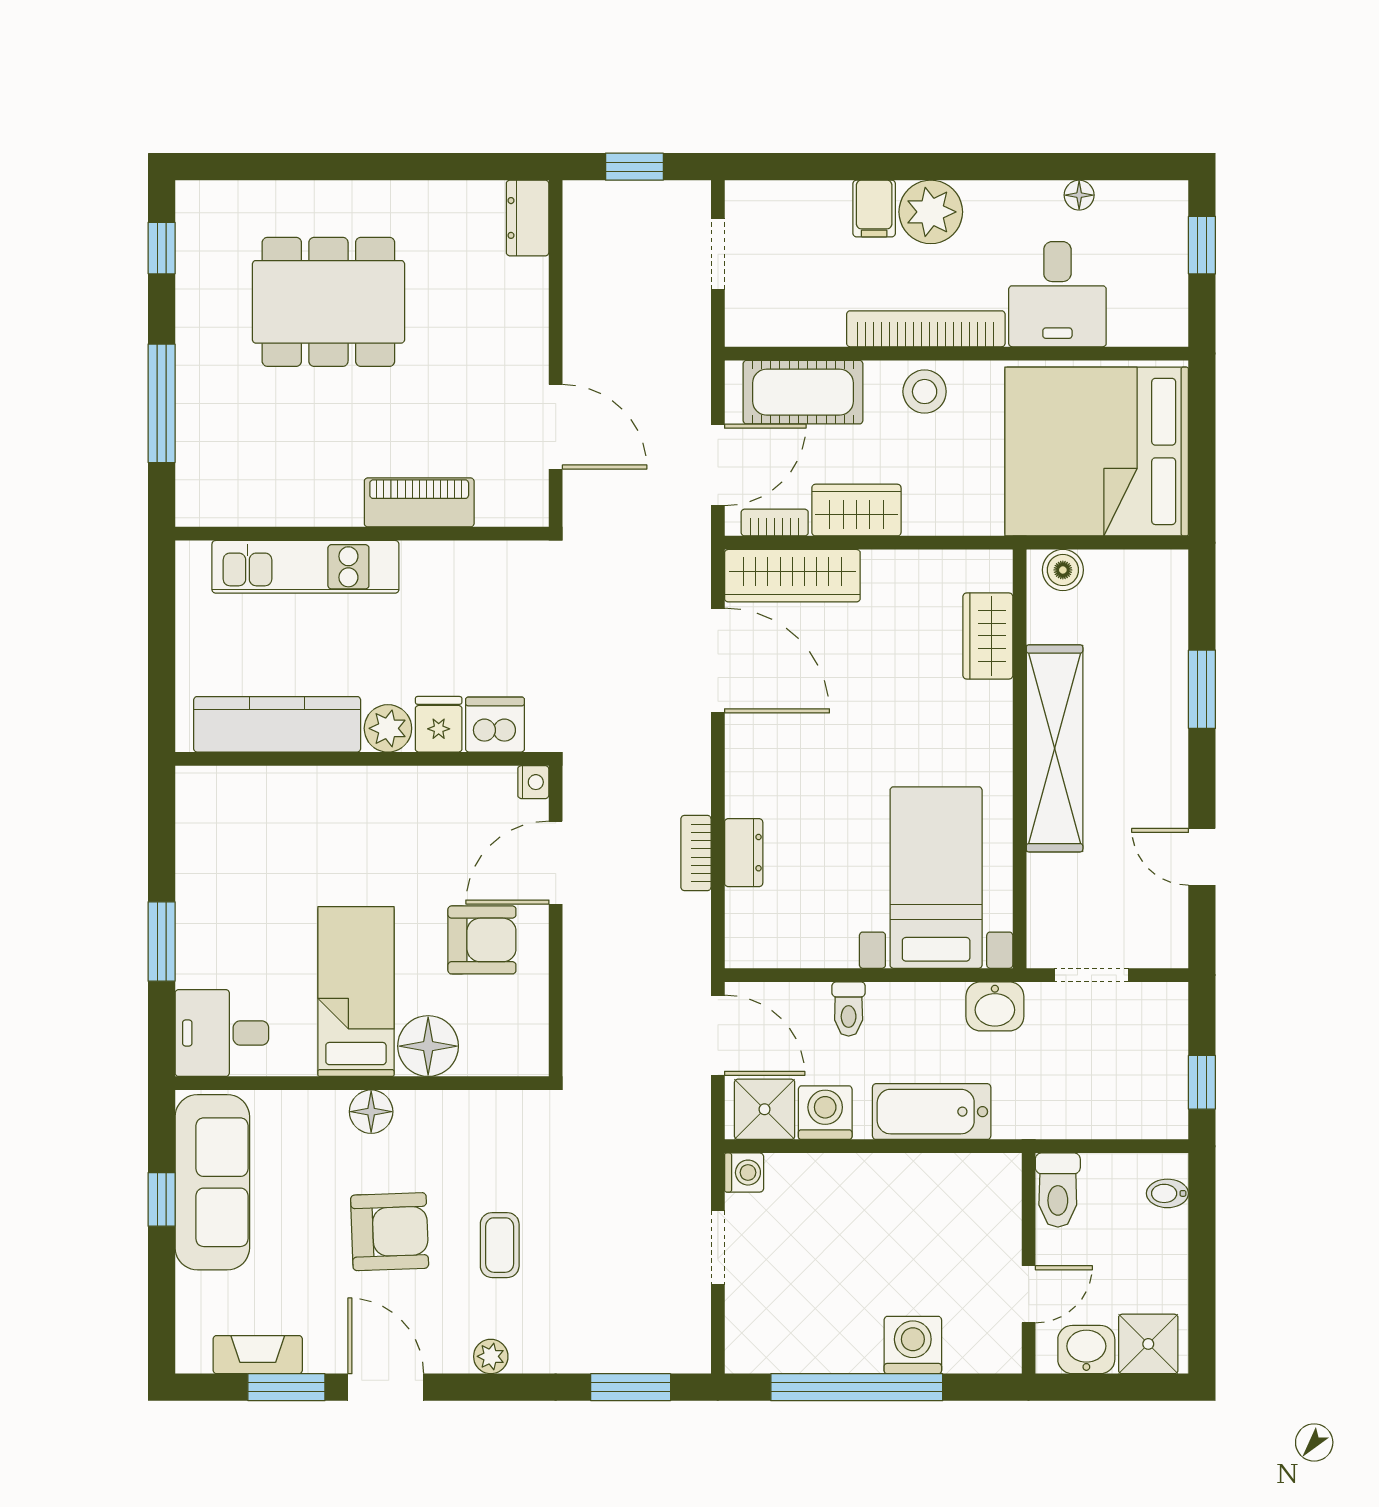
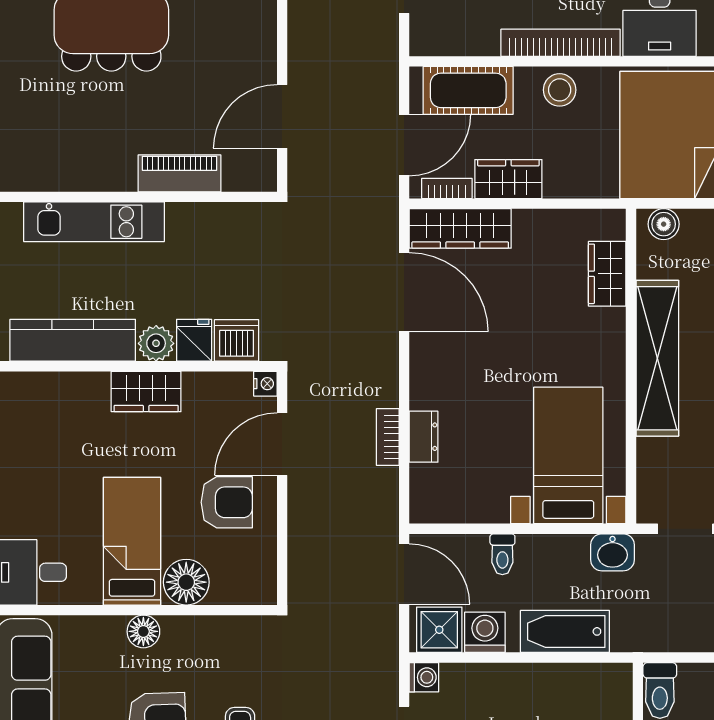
door: (556, 427) -> (282, 116), swing flipped
wardrobe: (375, 793) -> (146, 392), added

